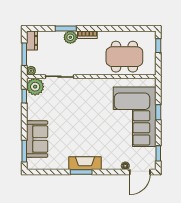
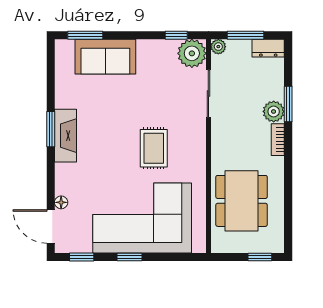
rug: (93, 110) -> (154, 148), added
window: (158, 112) -> (130, 257), moved

